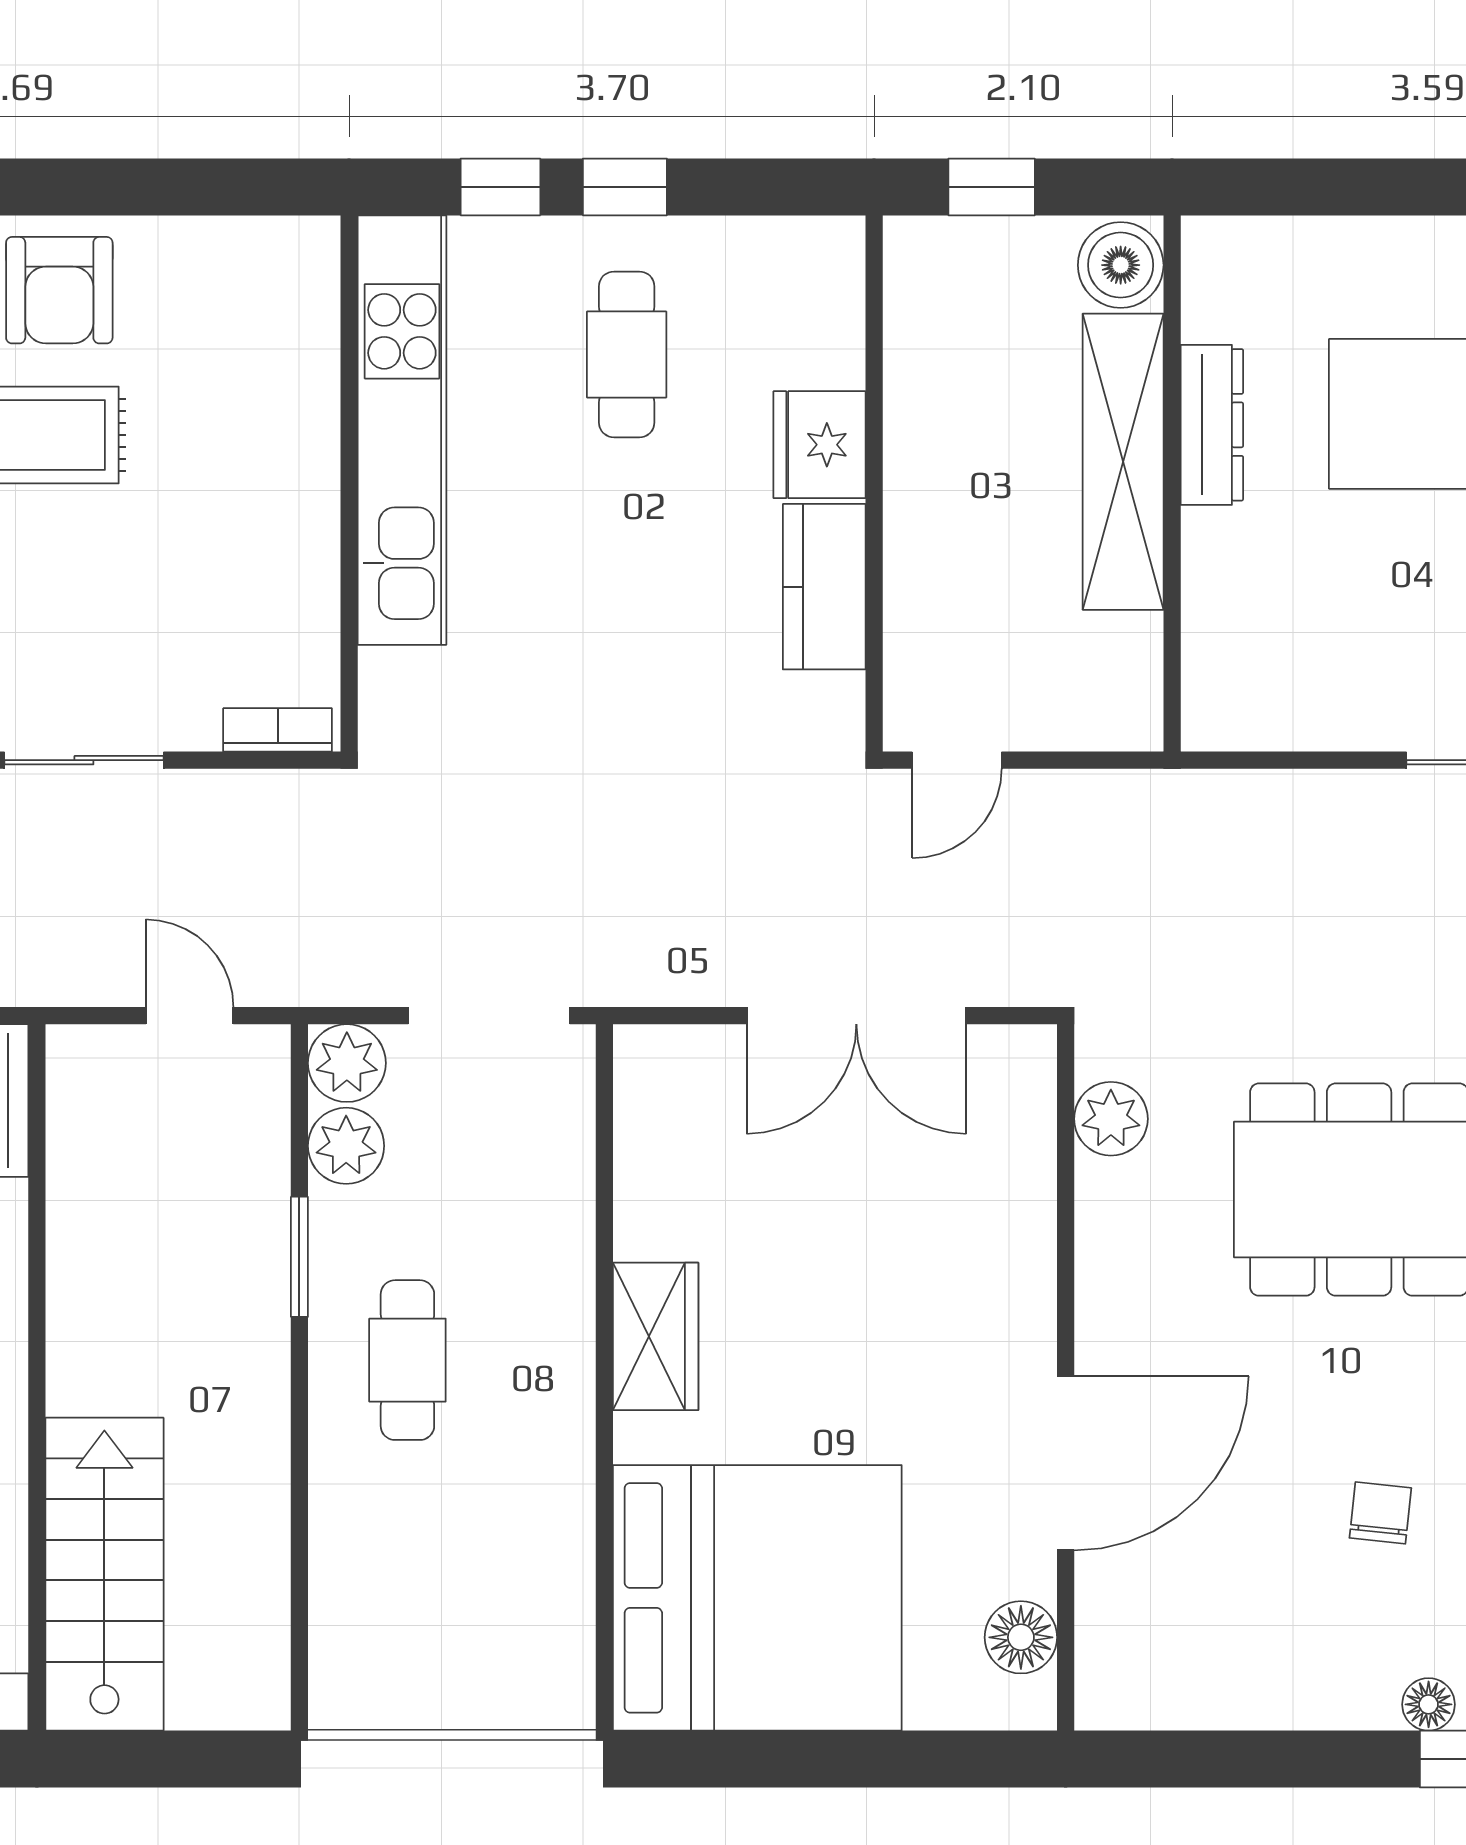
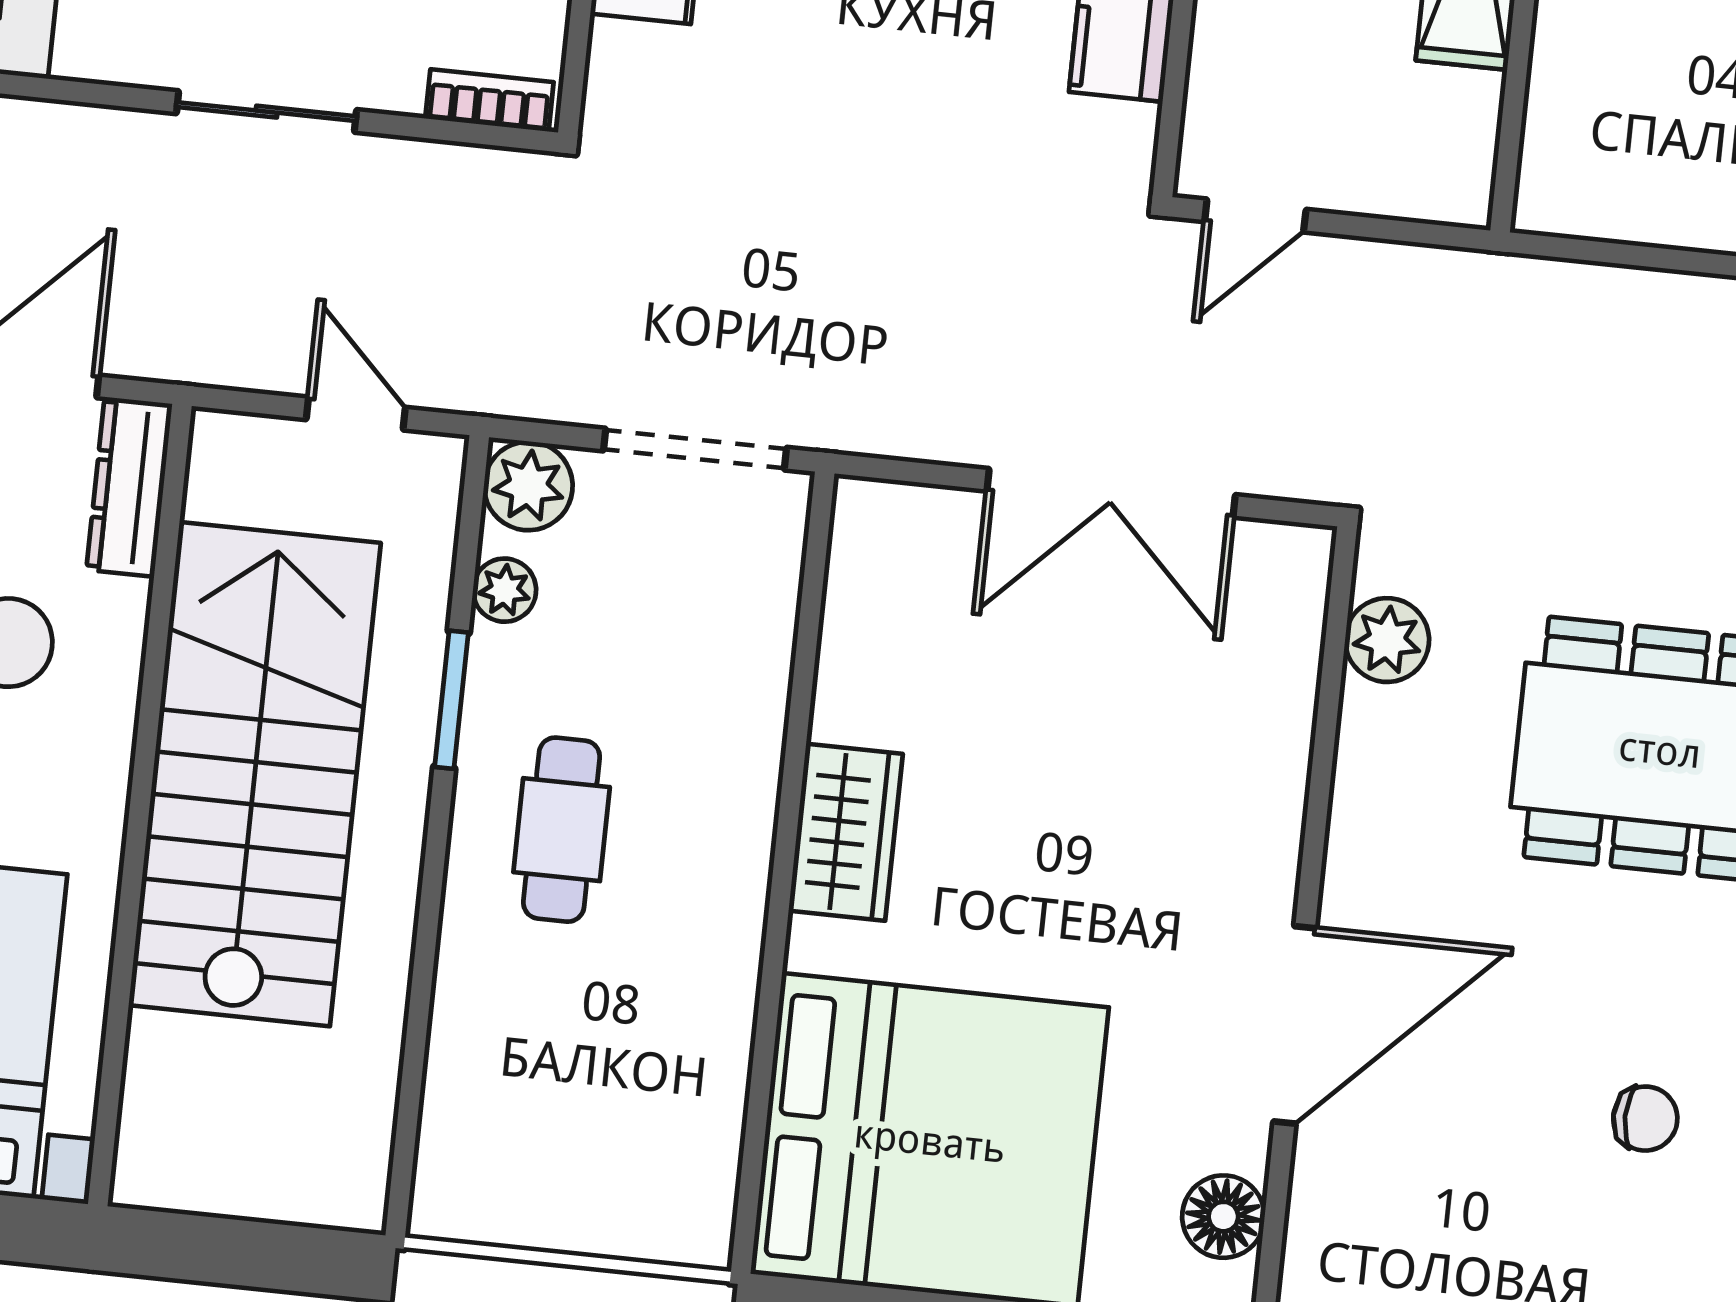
plant: (346, 1146) -> (505, 590), width x0.73, depth x0.73
chair: (1380, 1513) -> (1645, 1119), turned 84
stairs: (104, 1574) -> (255, 774), moved, width x1.36, depth x1.51

